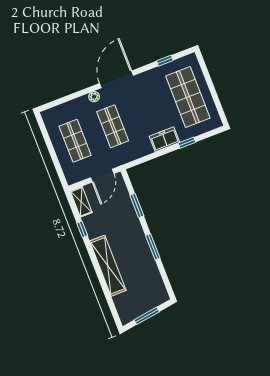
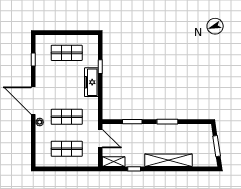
shop shelf: (188, 97) -> (67, 53), width x0.70, depth x0.74
freezer: (165, 139) -> (91, 82), width x1.40

